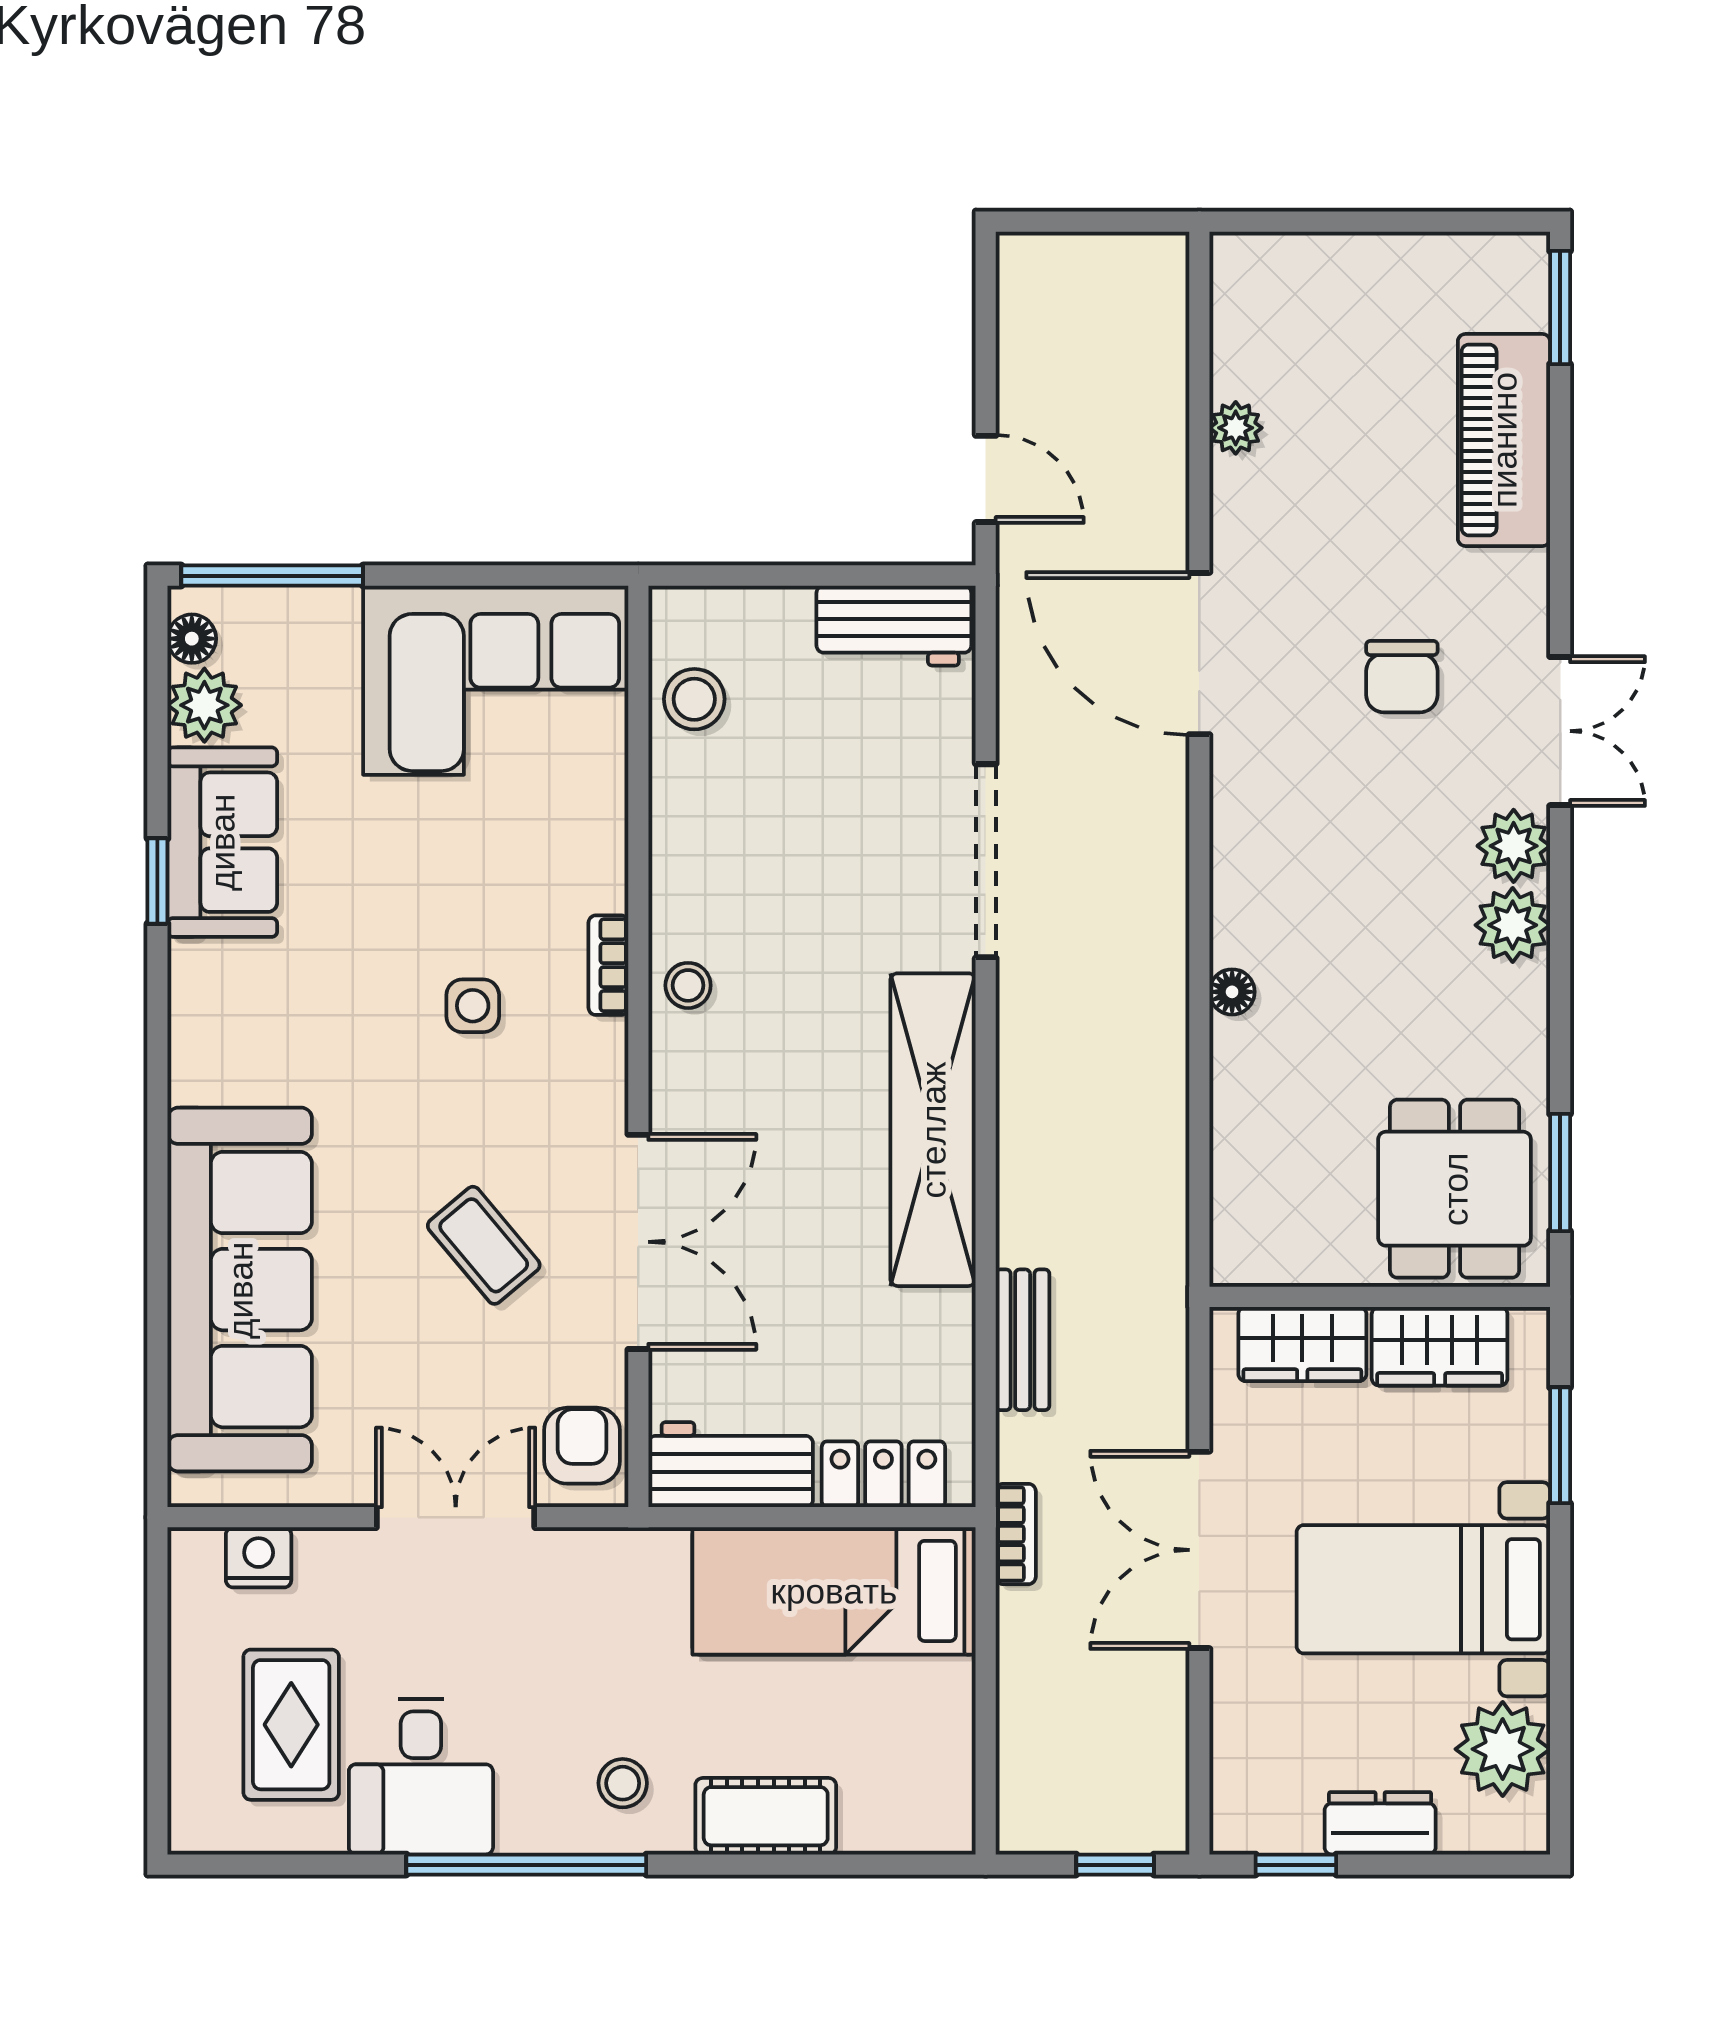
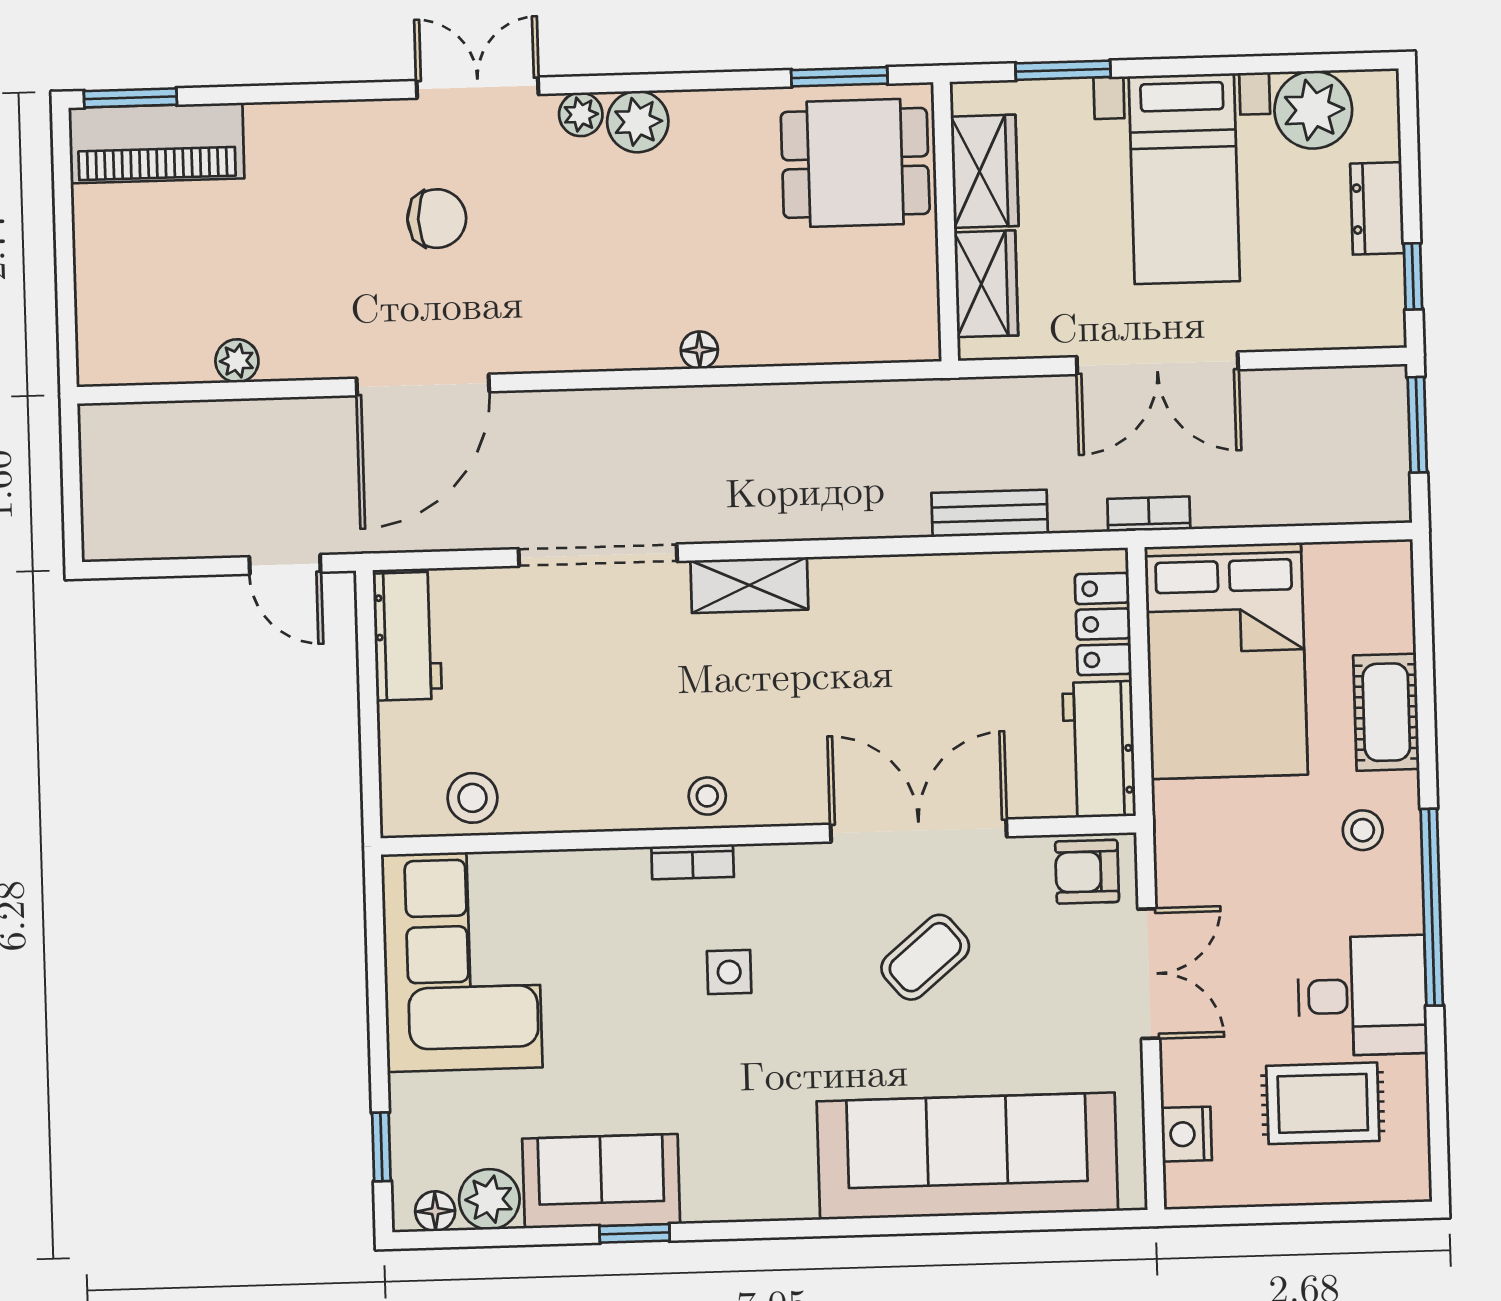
piano: (1504, 440) -> (156, 143), moved
door: (986, 479) -> (285, 564), swing flipped
window: (272, 576) -> (381, 1147), width x0.46
plant: (1514, 846) -> (581, 114), width x0.73, depth x0.73
shelving: (933, 1130) -> (749, 585), width x0.45, depth x0.75
double door: (456, 1517) -> (1149, 974), swing flipped
bed: (834, 1591) -> (1226, 661), width x1.50
window: (1115, 1865) -> (1417, 425), width x1.50

